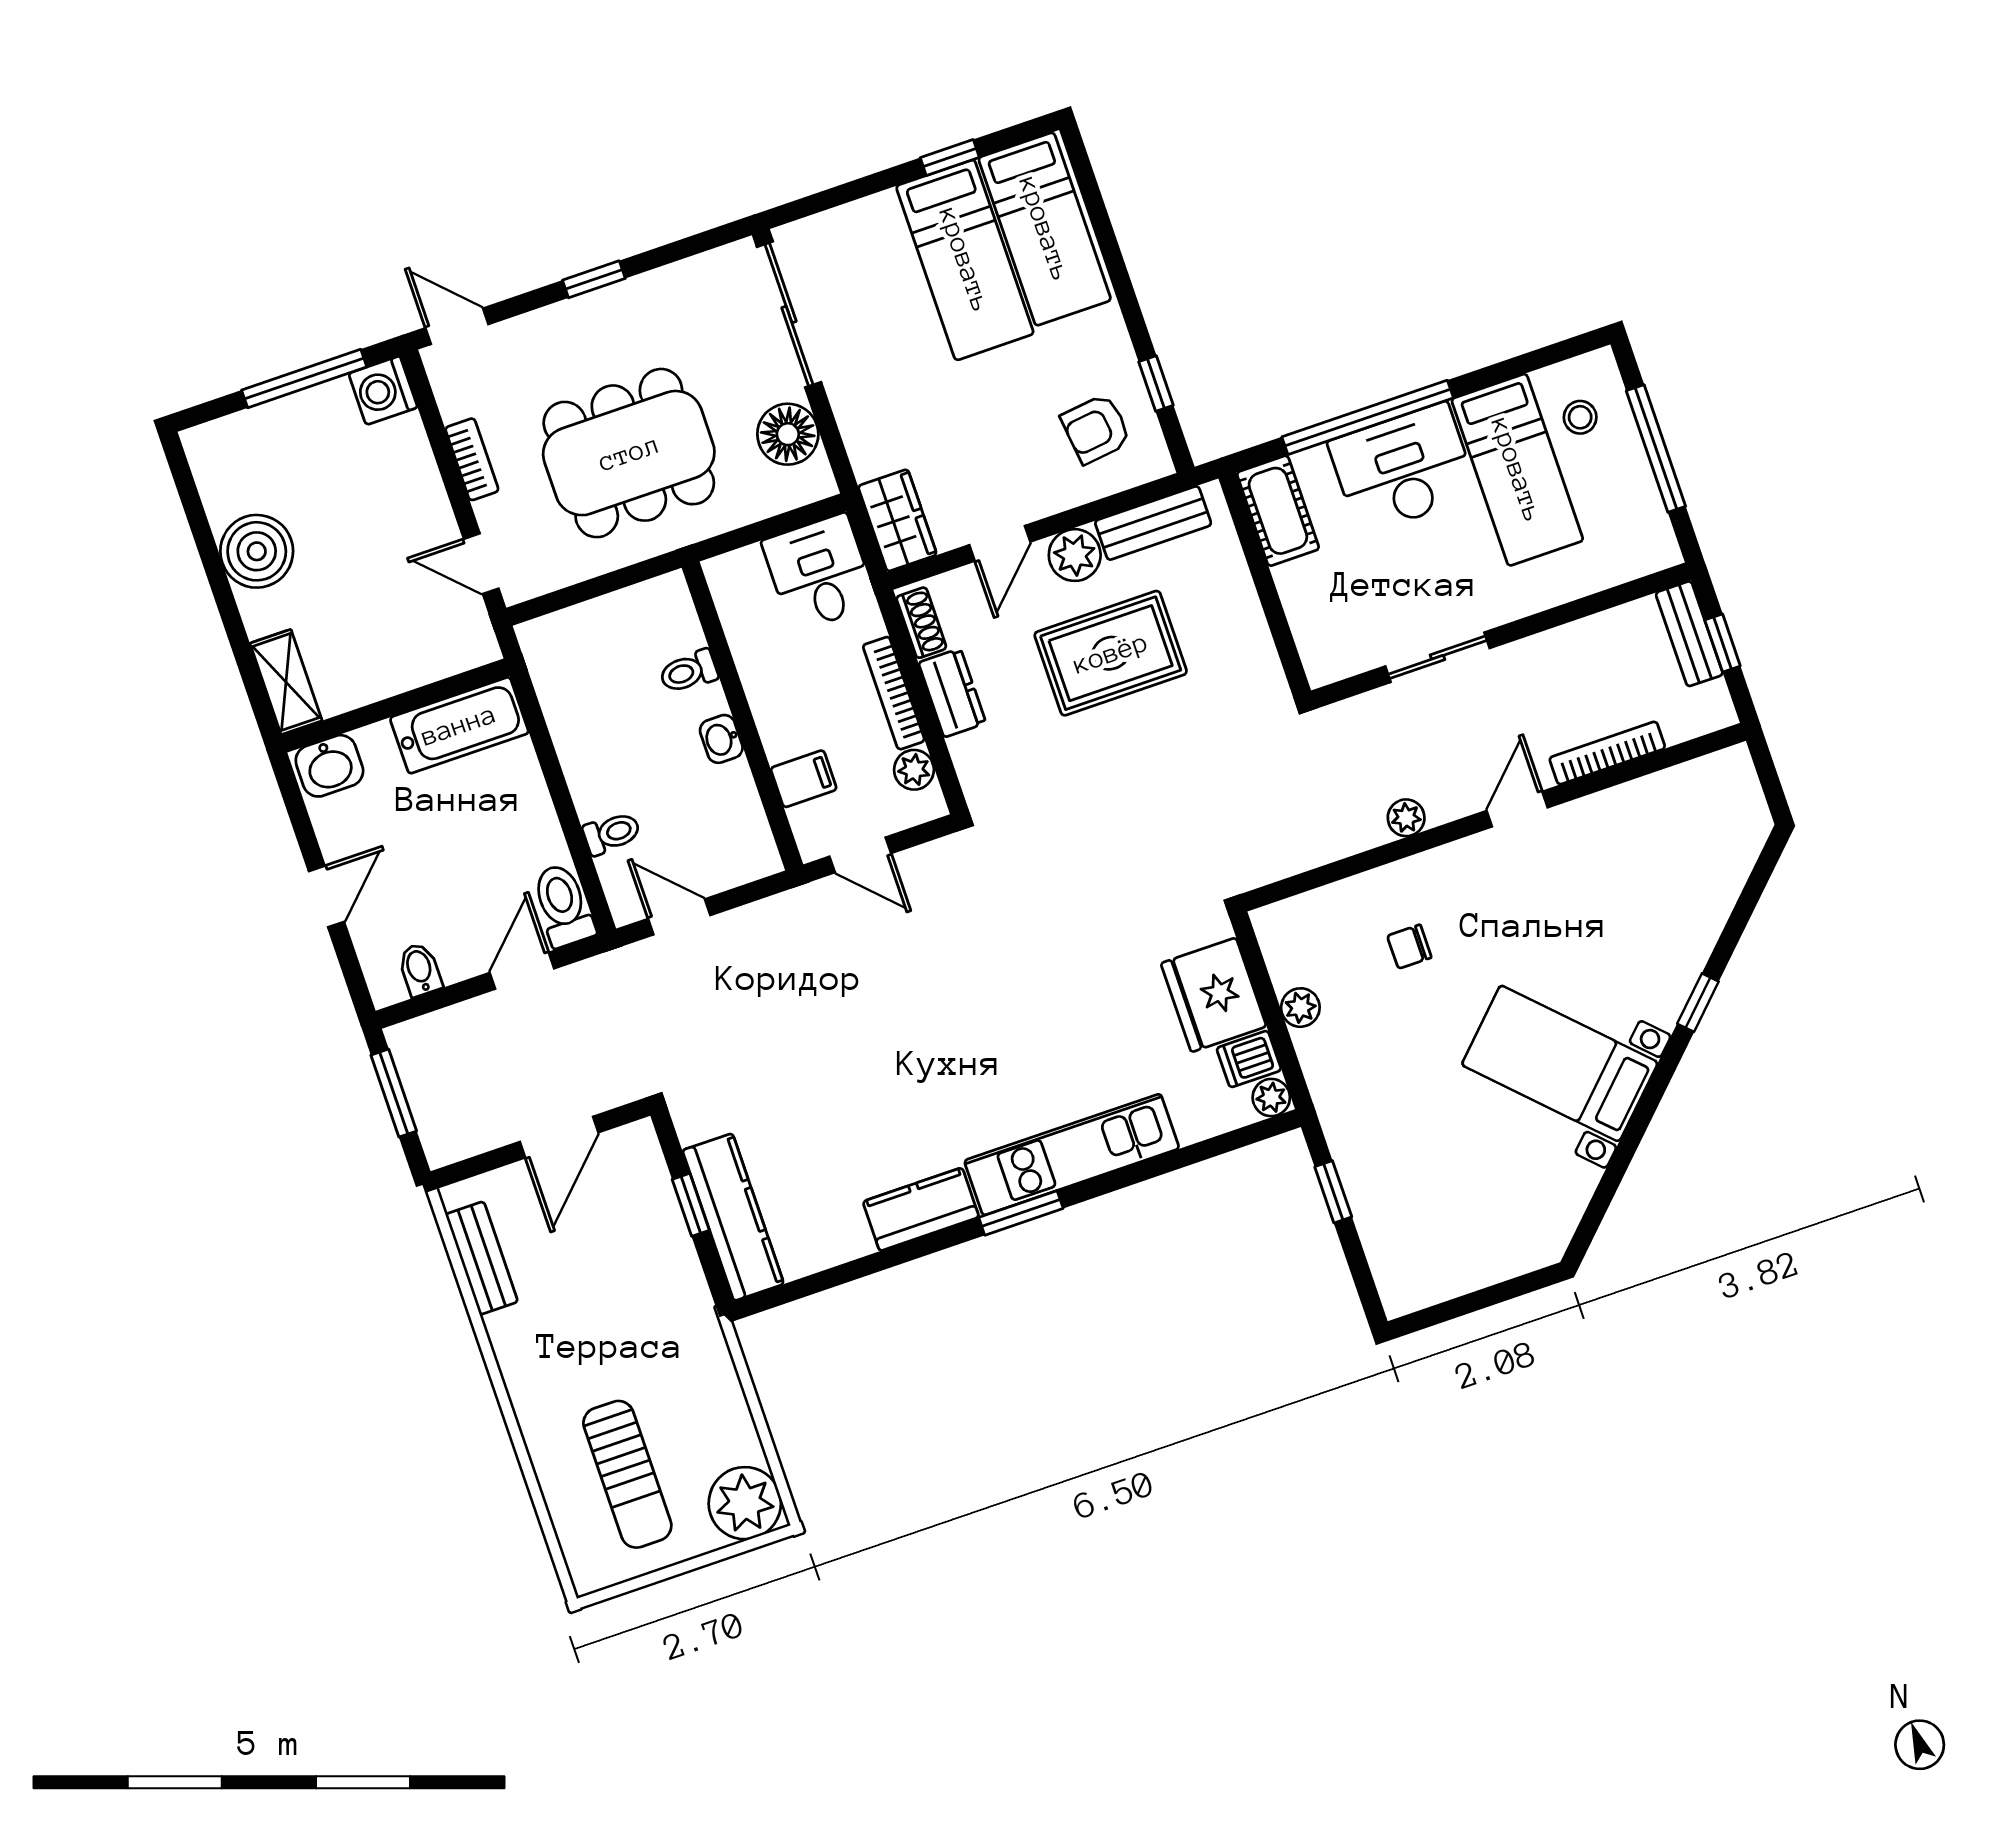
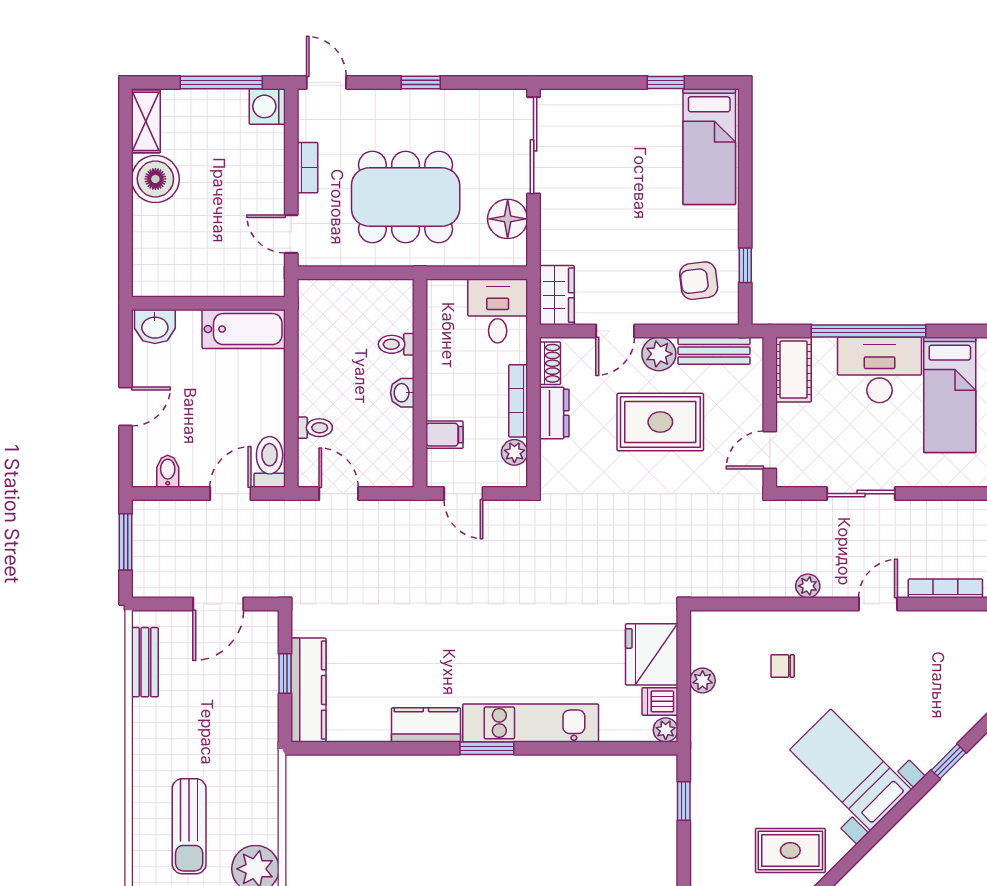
bed: (965, 260) -> (654, 149), removed
door: (1283, 639) -> (770, 450), added
shelving: (286, 682) -> (146, 121), moved
rug: (1512, 1211) -> (790, 850), added

